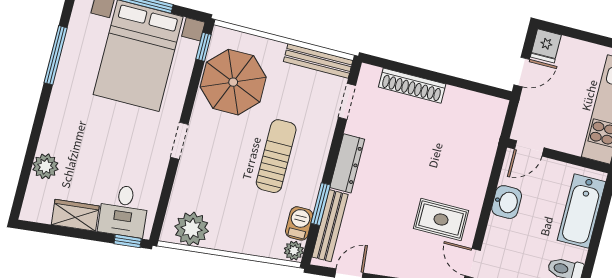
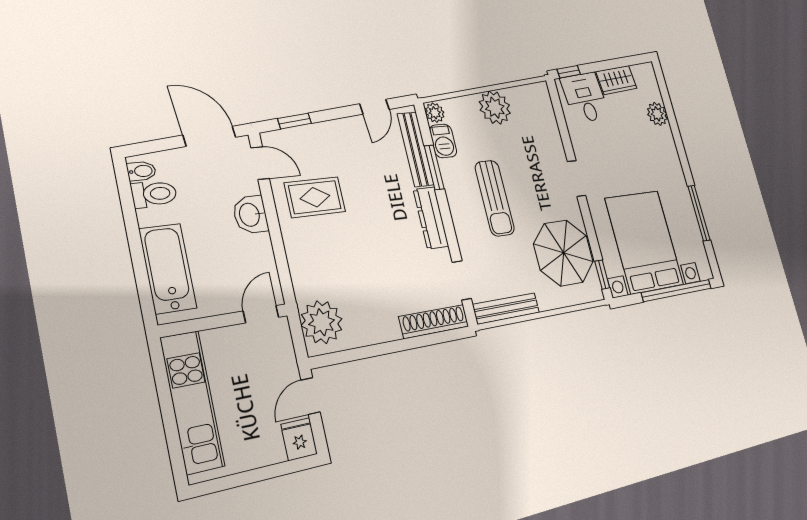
shoe rack: (412, 86) -> (434, 322), moved
plant: (485, 122) -> (322, 322), added
washbasin: (507, 202) -> (250, 215), moved
plant: (192, 229) -> (495, 108), moved

